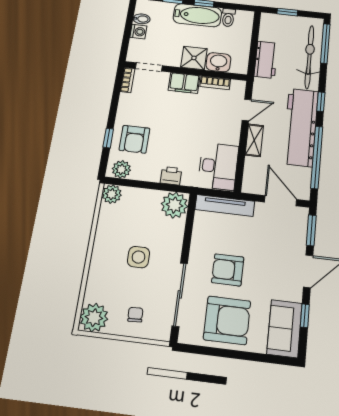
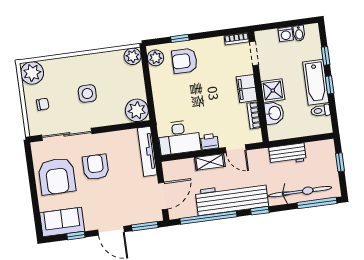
printer: (171, 176) -> (209, 142), moved, turned -90

